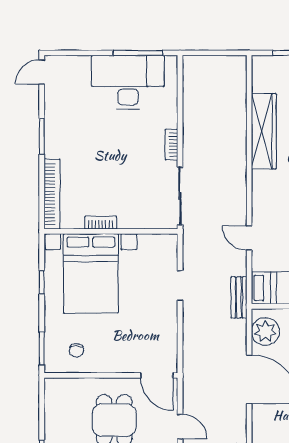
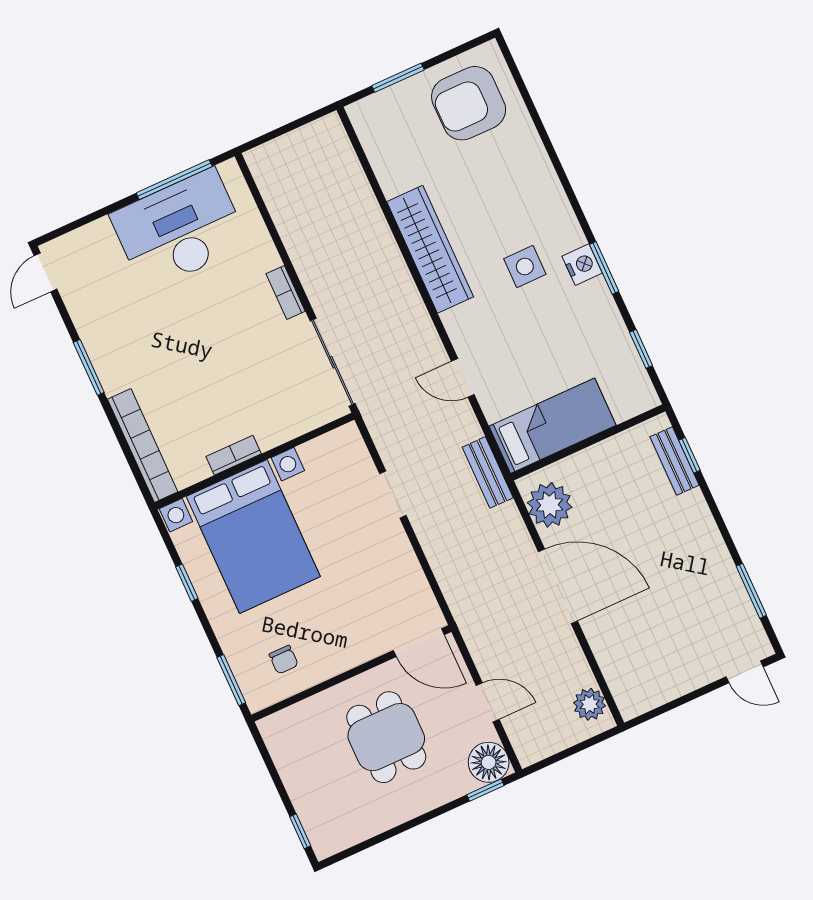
wardrobe: (264, 131) -> (430, 249), moved

